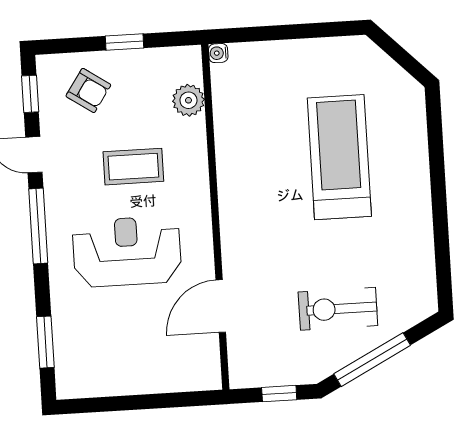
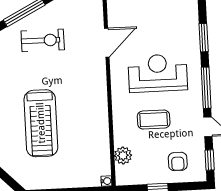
armchair: (88, 90) -> (178, 161), turned -124
reception desk: (127, 252) -> (158, 73), turned 180
window: (45, 342) -> (204, 38), moved

